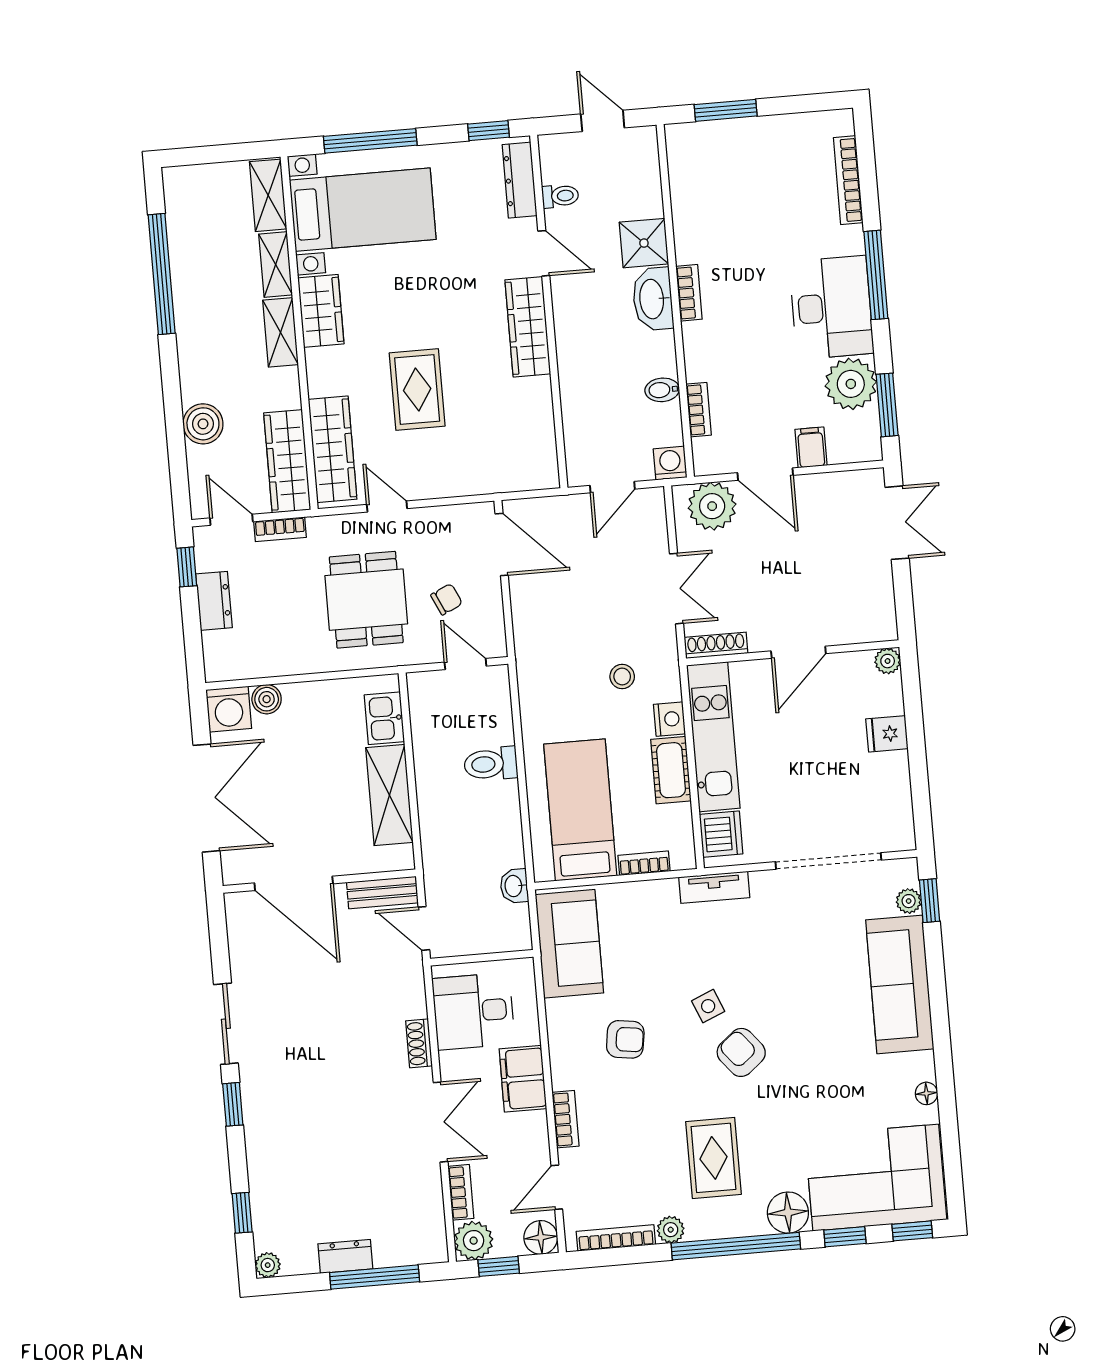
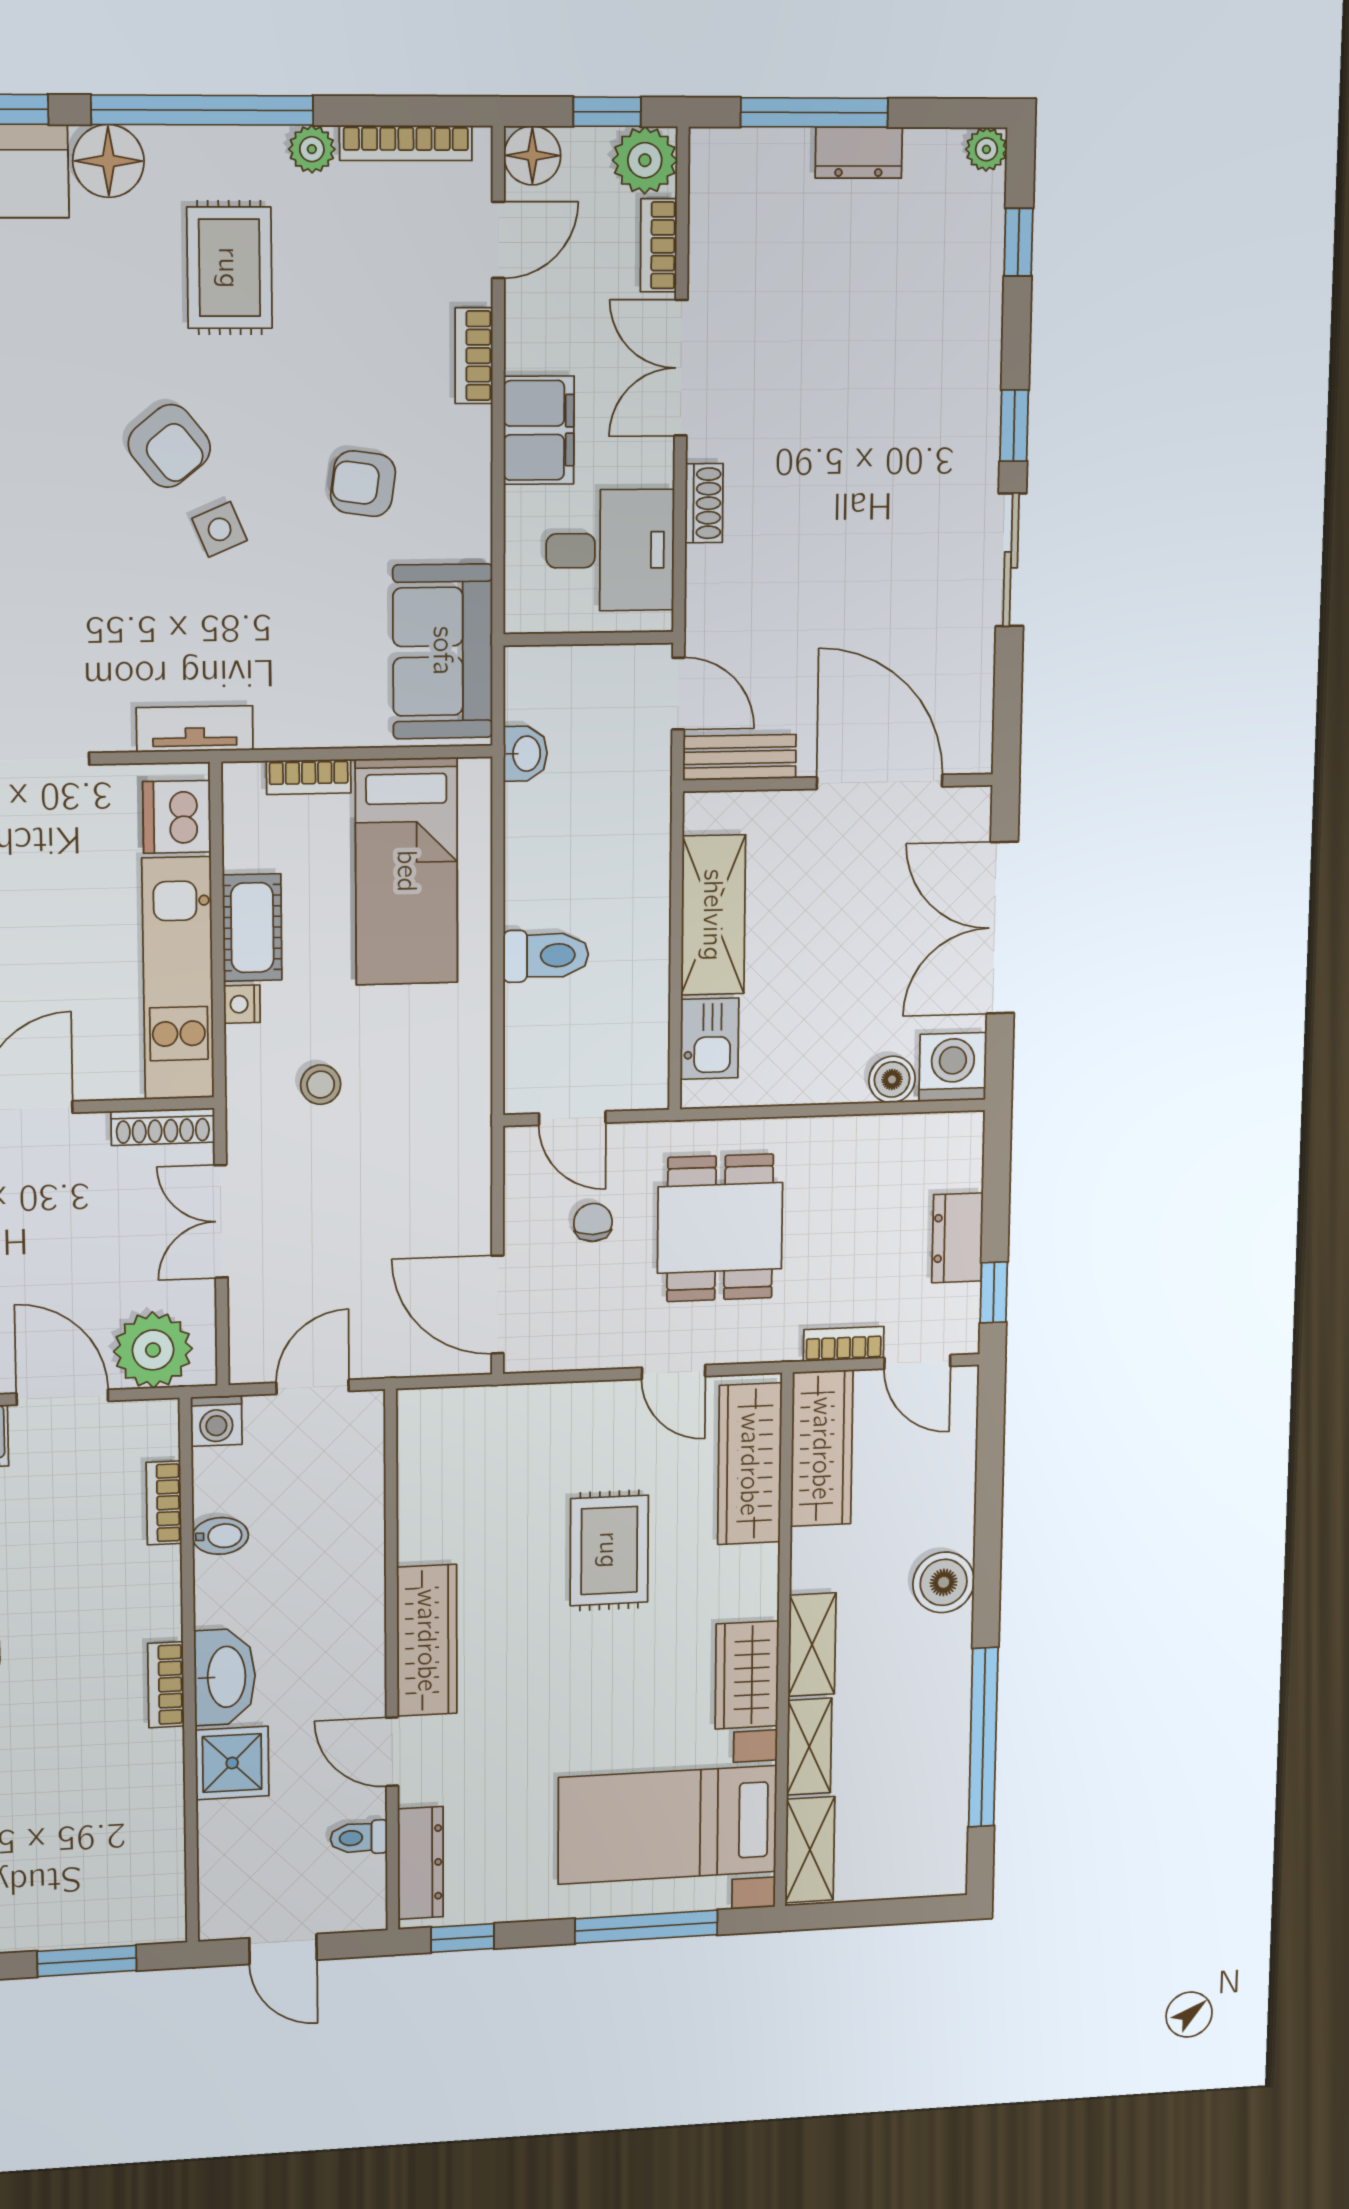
boiler: (203, 424) -> (944, 1582), moved
chair: (447, 599) -> (593, 1222), turned 115
nightstand: (669, 719) -> (242, 1004), width x0.72, depth x0.74

